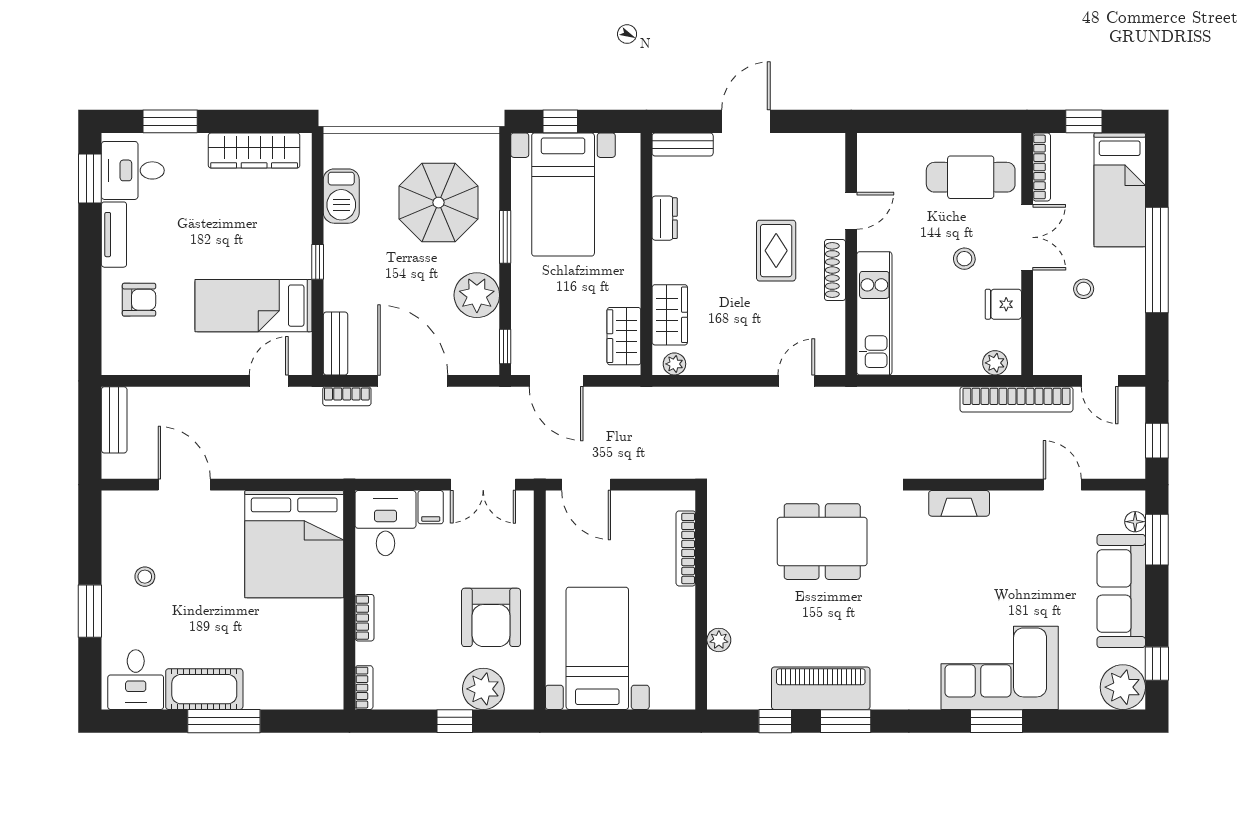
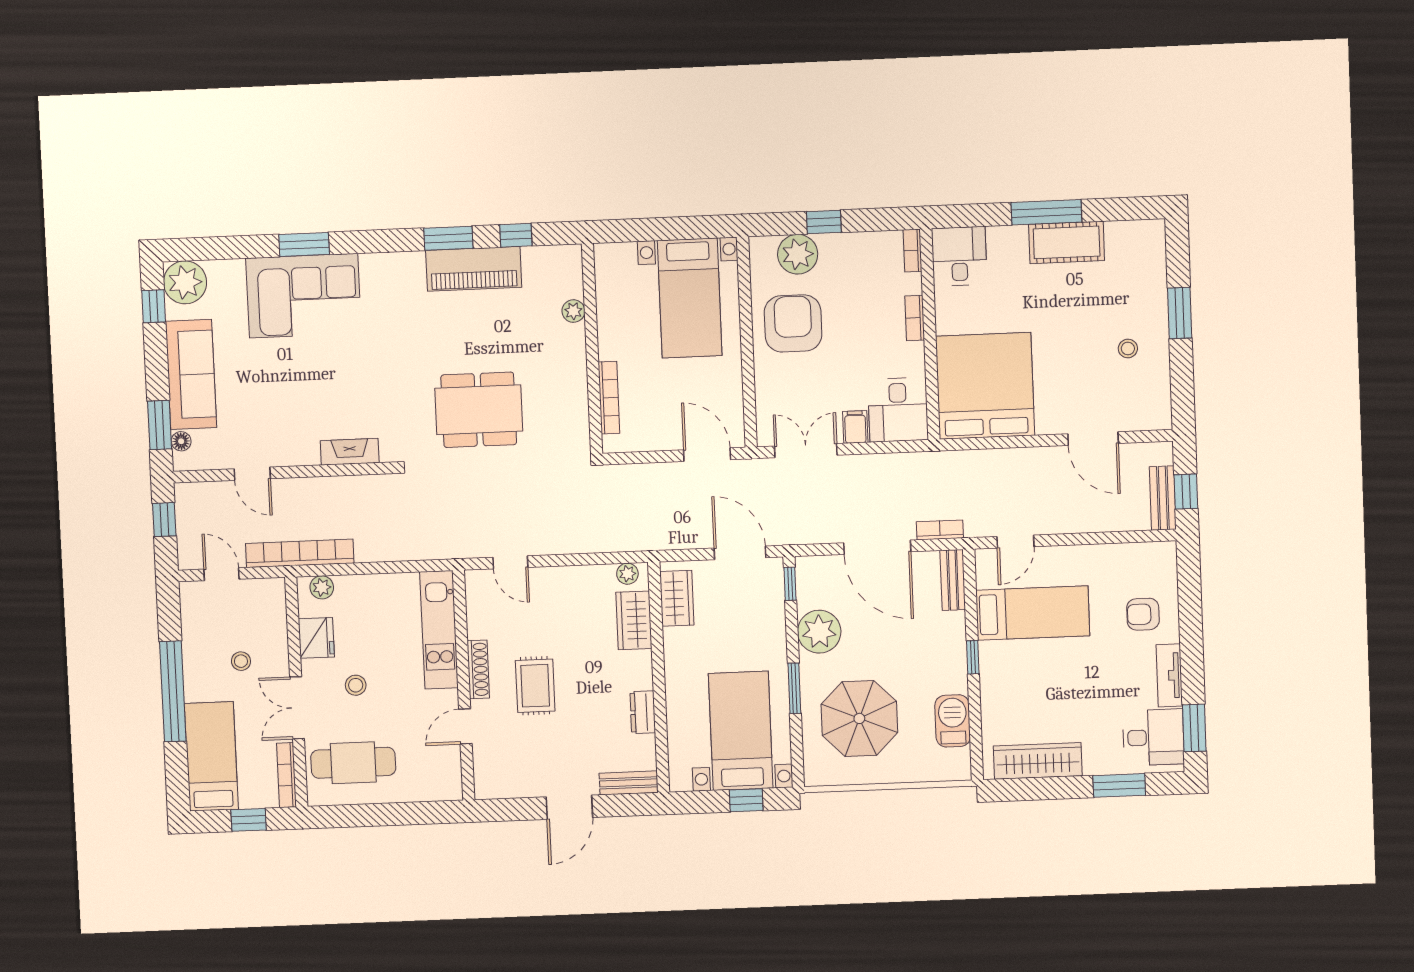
fridge: (1003, 304) -> (316, 638), width x1.38
door: (796, 381) -> (510, 562), hinge flipped
window: (90, 426) -> (1186, 492), added
desk: (136, 680) -> (959, 256), moved

